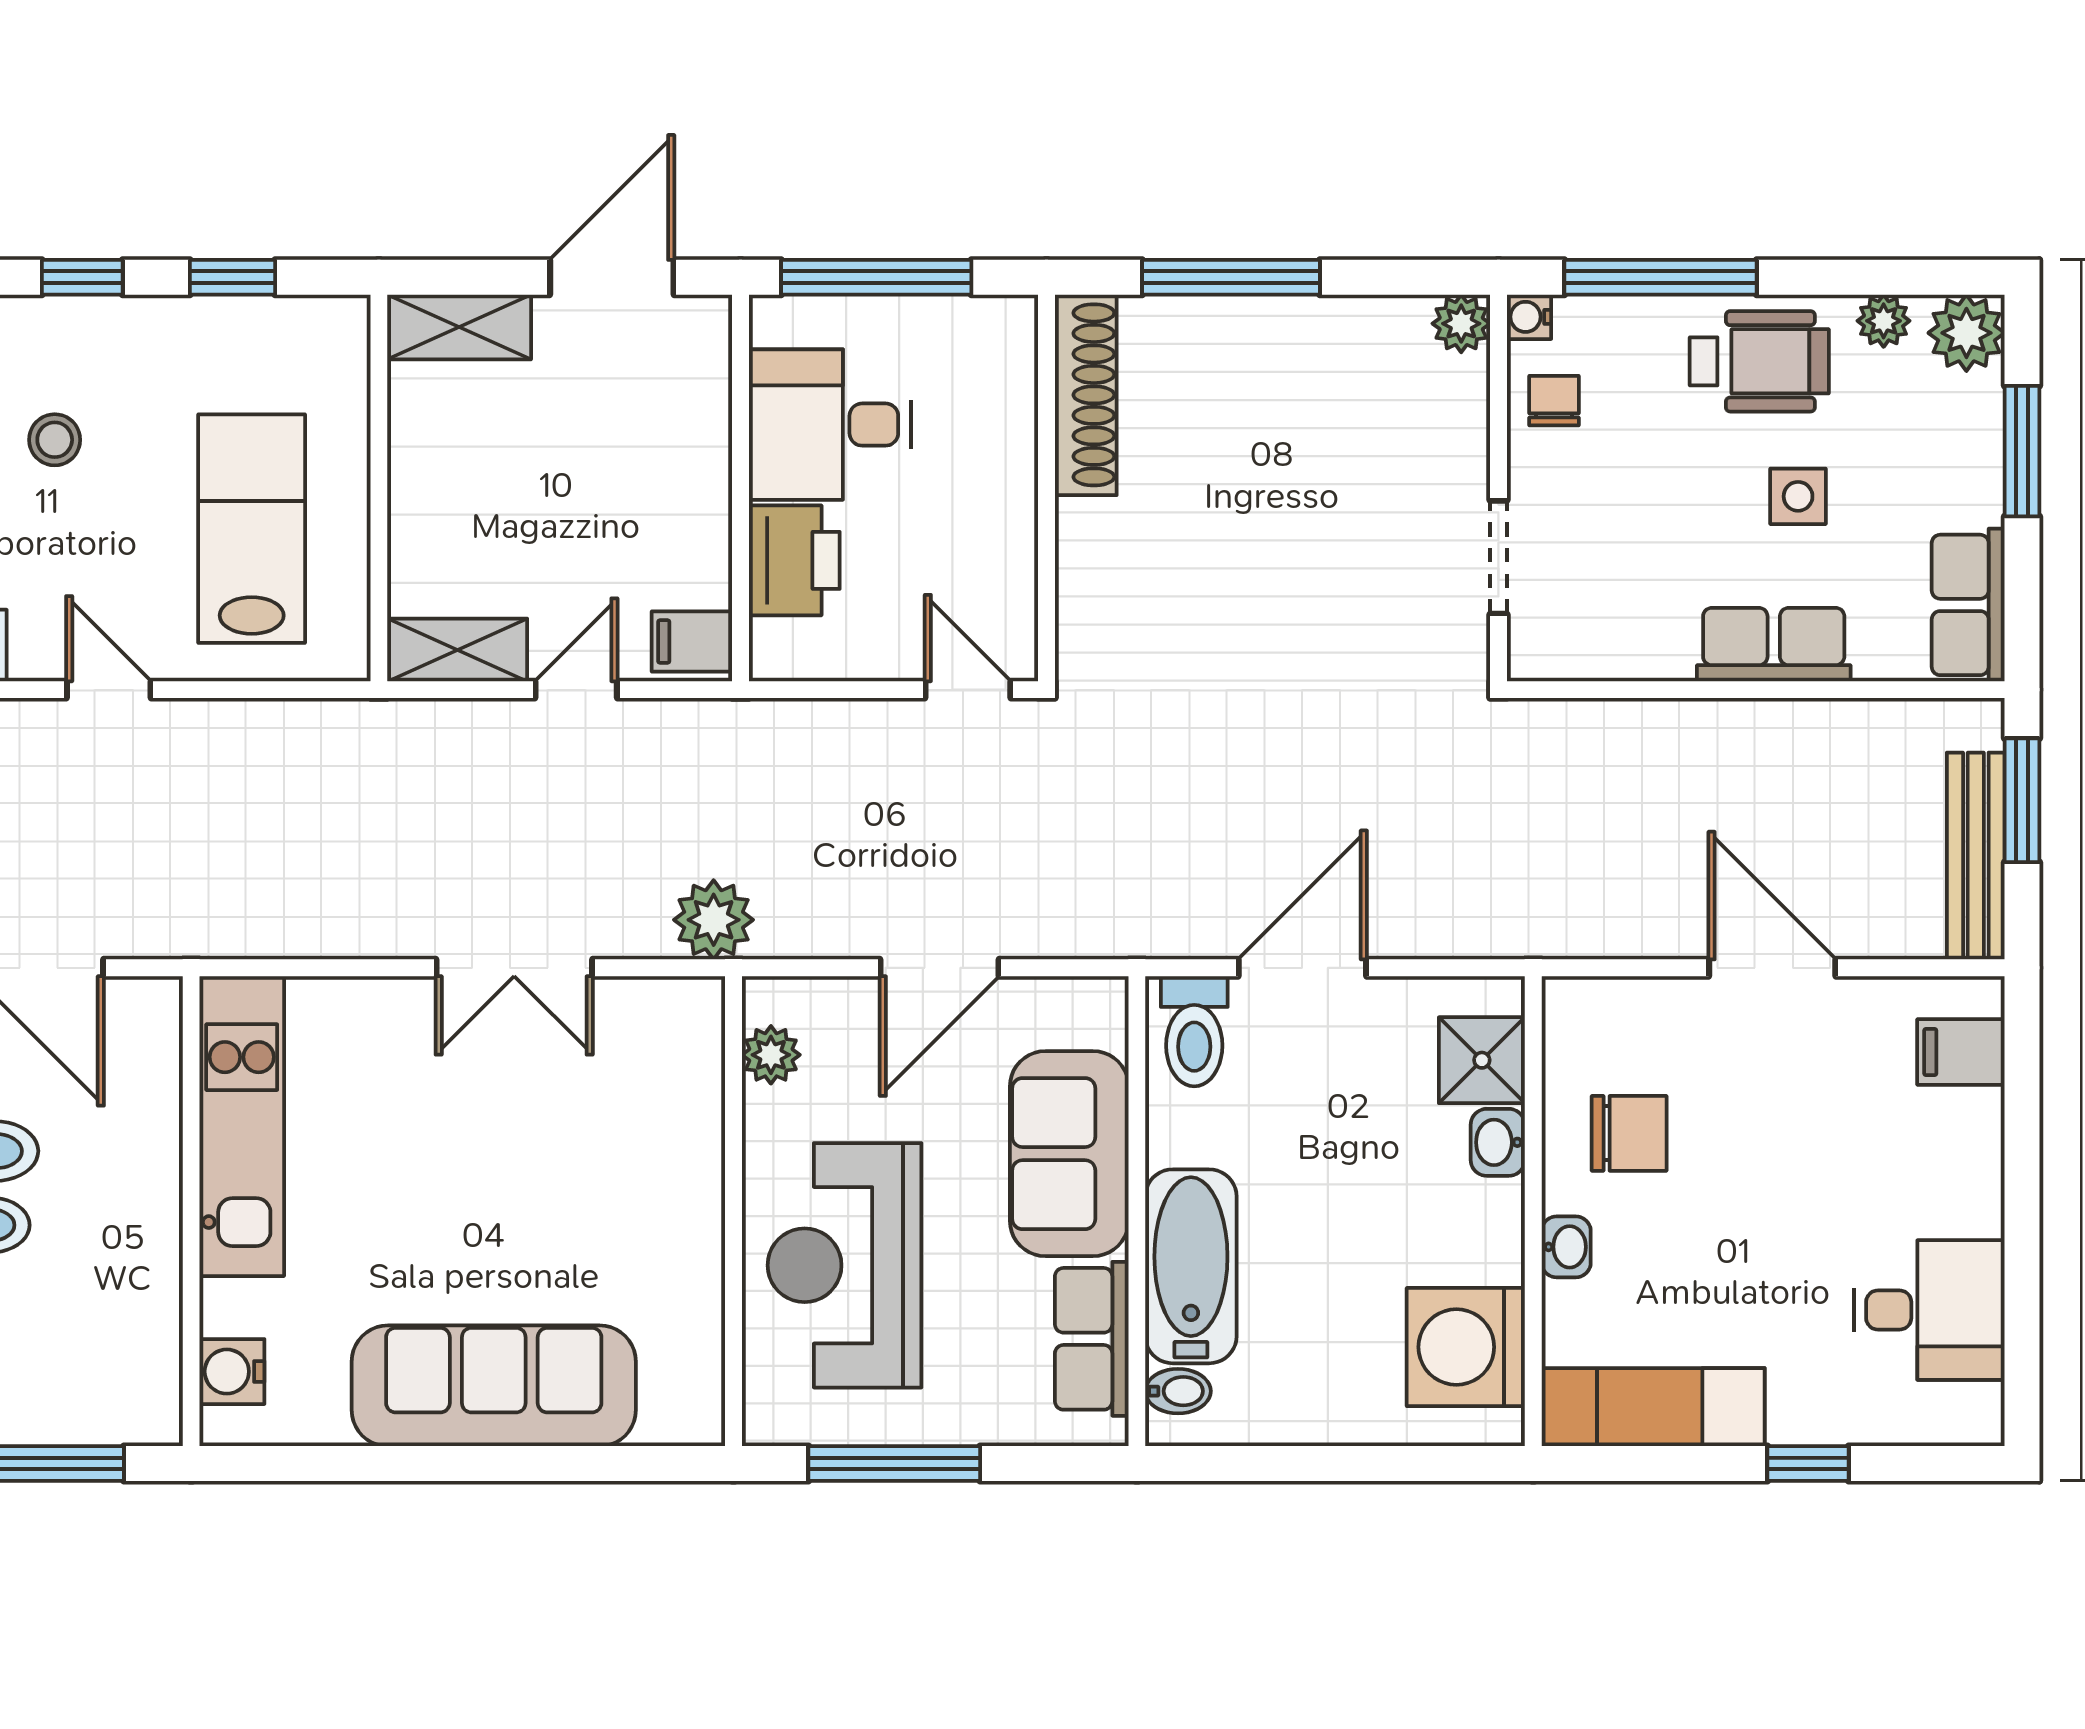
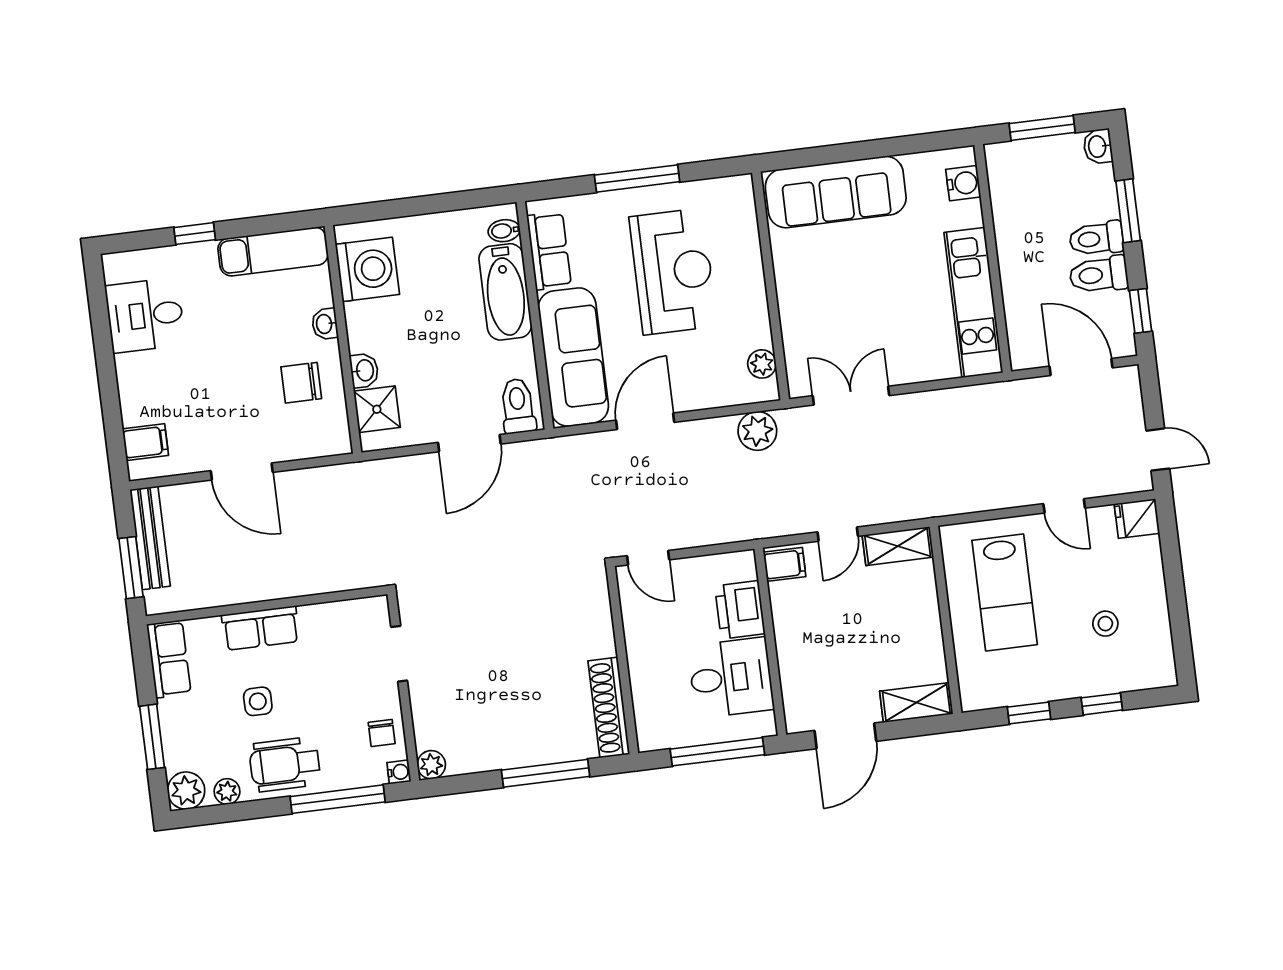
plant: (771, 1055) -> (762, 364), moved
sofa: (1069, 1154) -> (573, 357), width x1.36
wall: (734, 1211) -> (771, 286), moved

